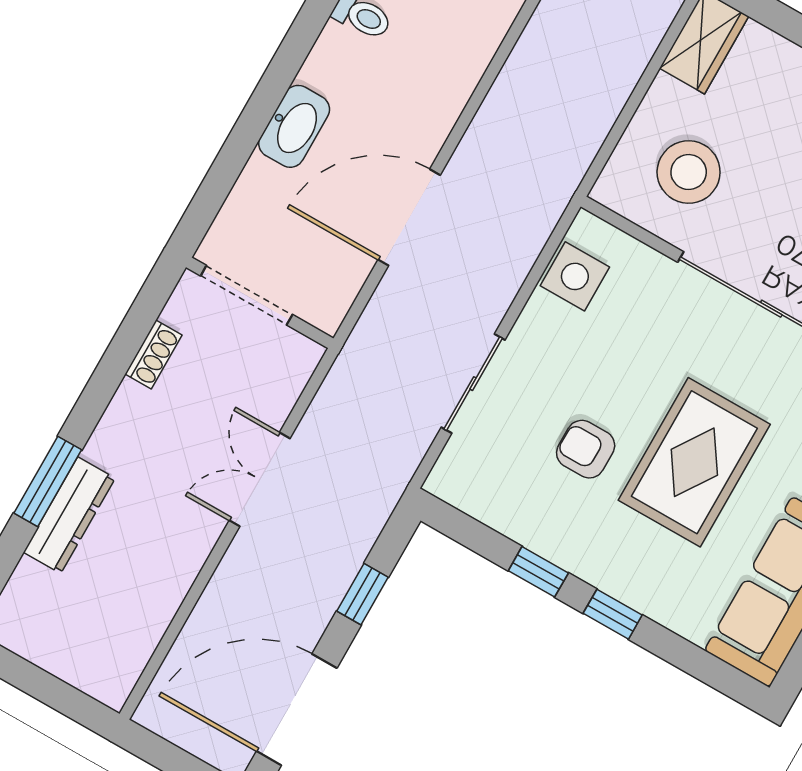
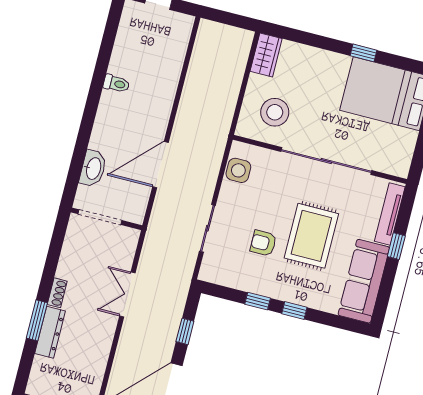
washbasin: (294, 126) -> (93, 168), moved
shoe rack: (153, 355) -> (57, 293), moved

